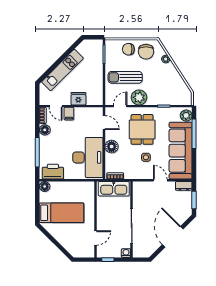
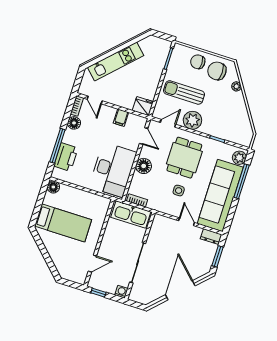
chair: (146, 52) -> (217, 71), turned 90
fridge: (78, 99) -> (143, 106), moved
filing cabinet: (69, 114) -> (121, 118), moved
printer: (53, 172) -> (66, 157), moved, turned 90

